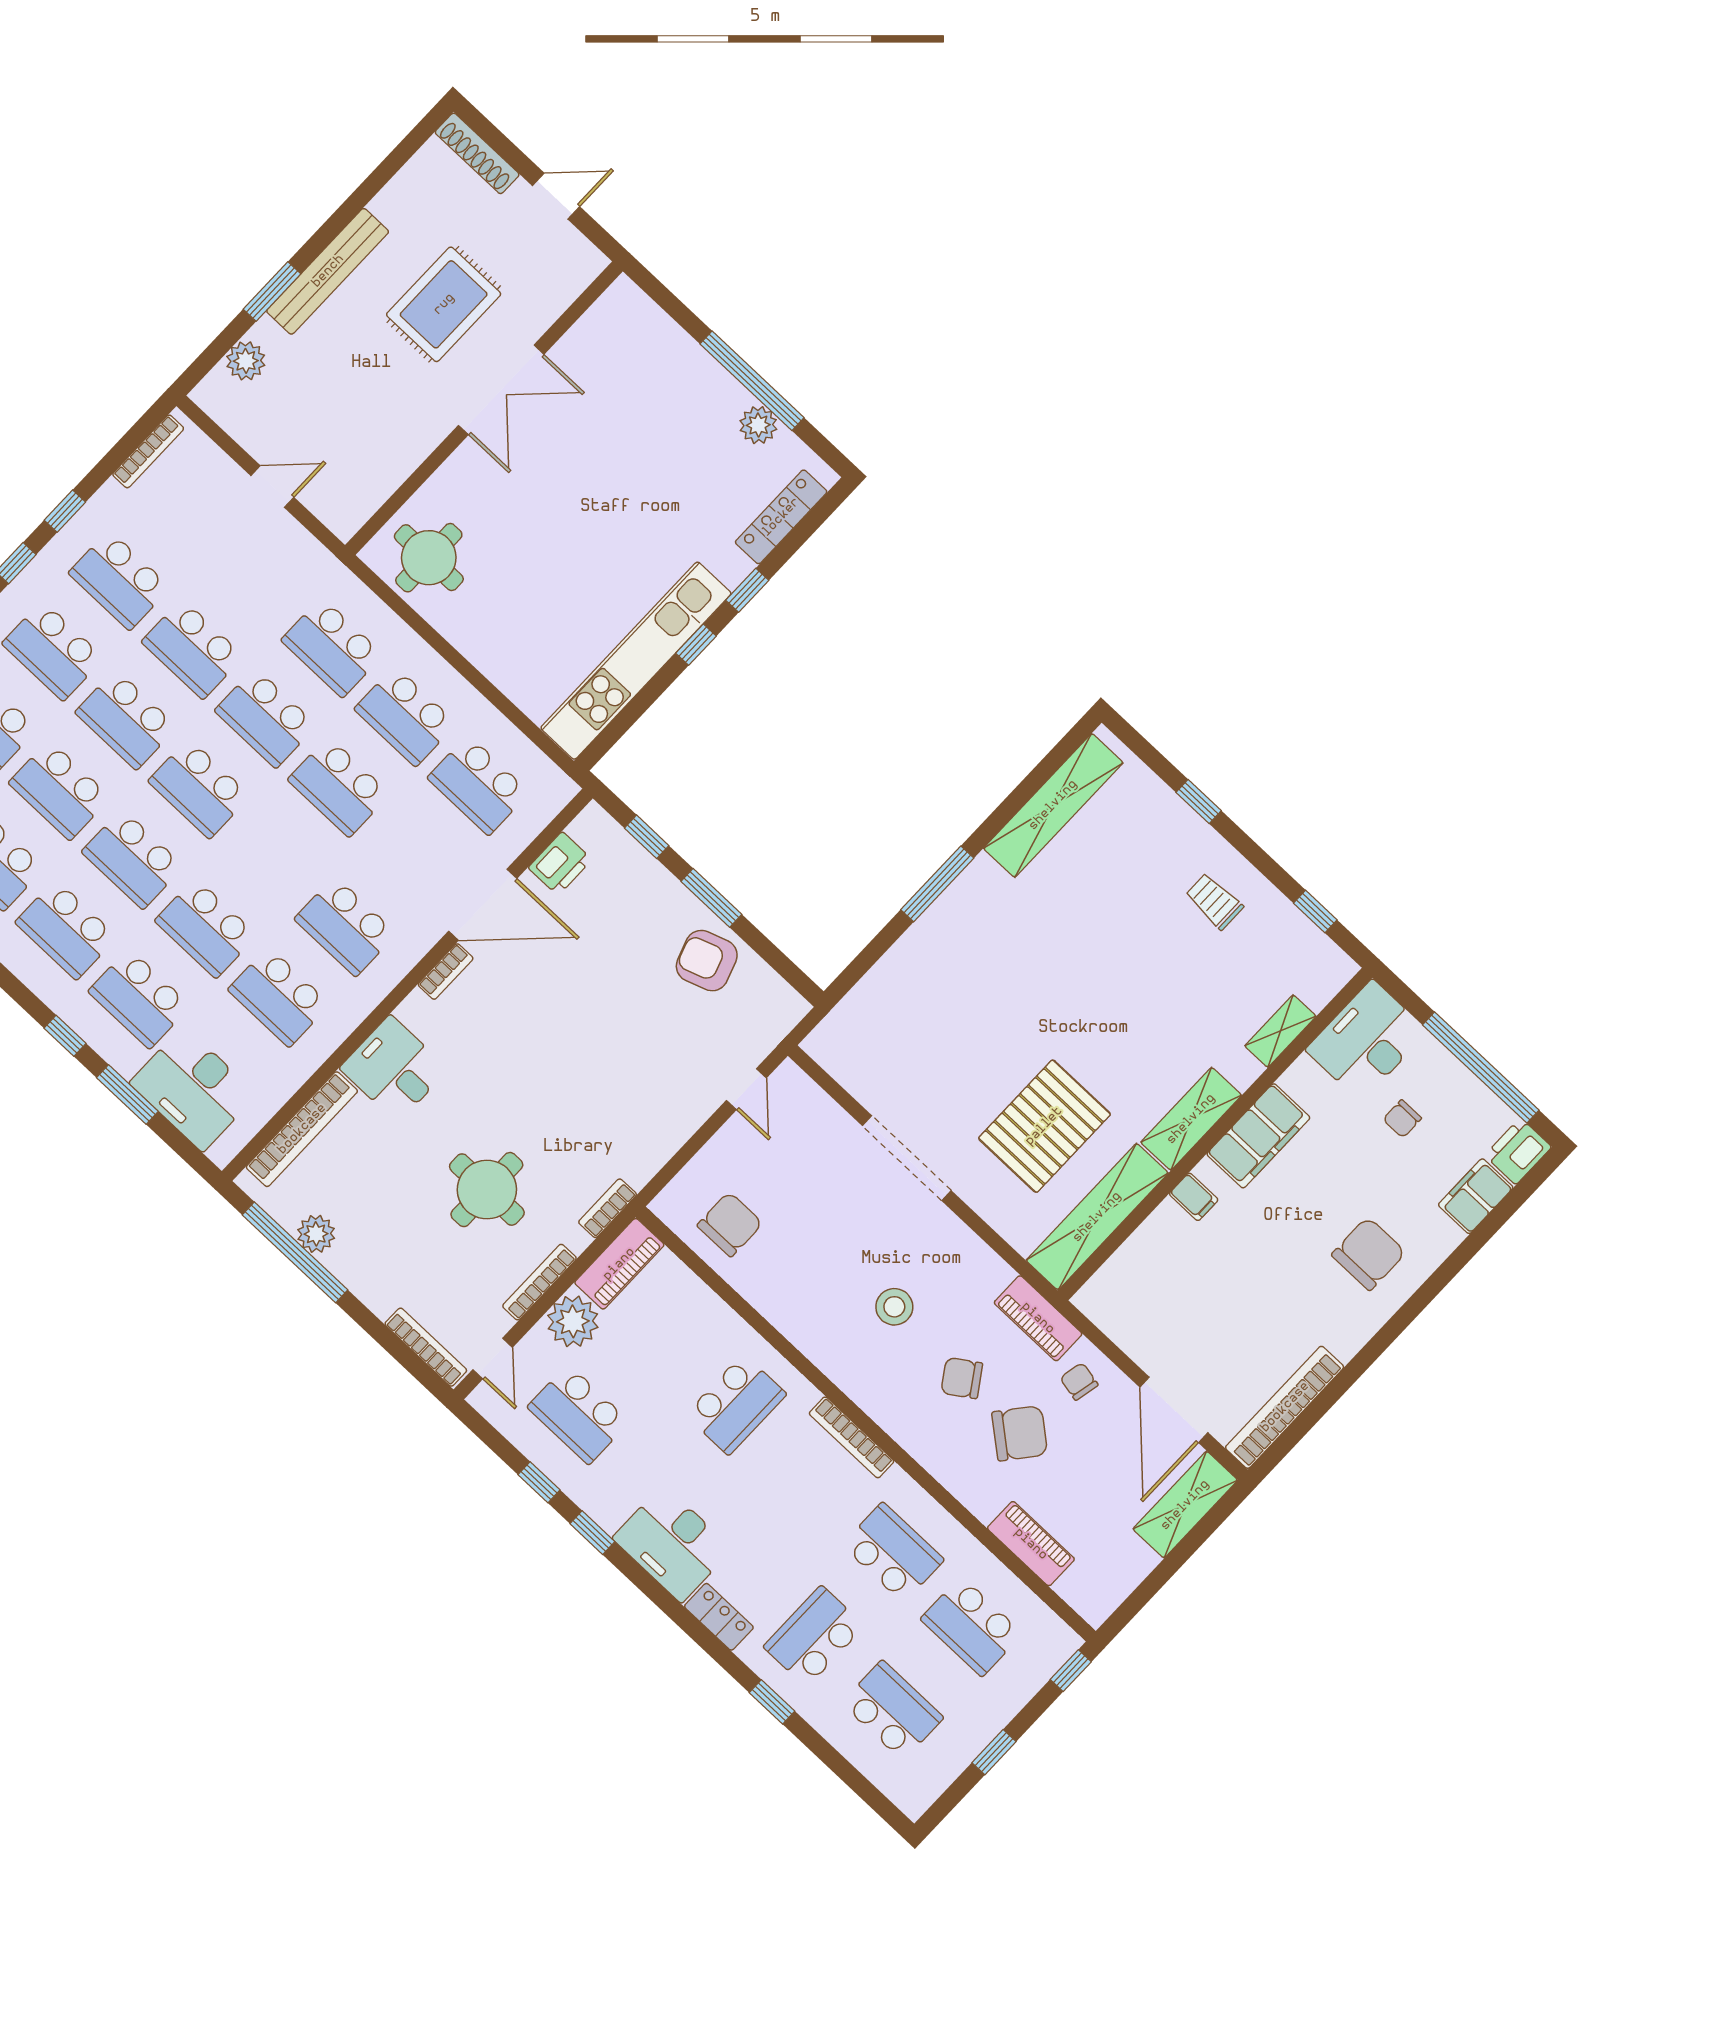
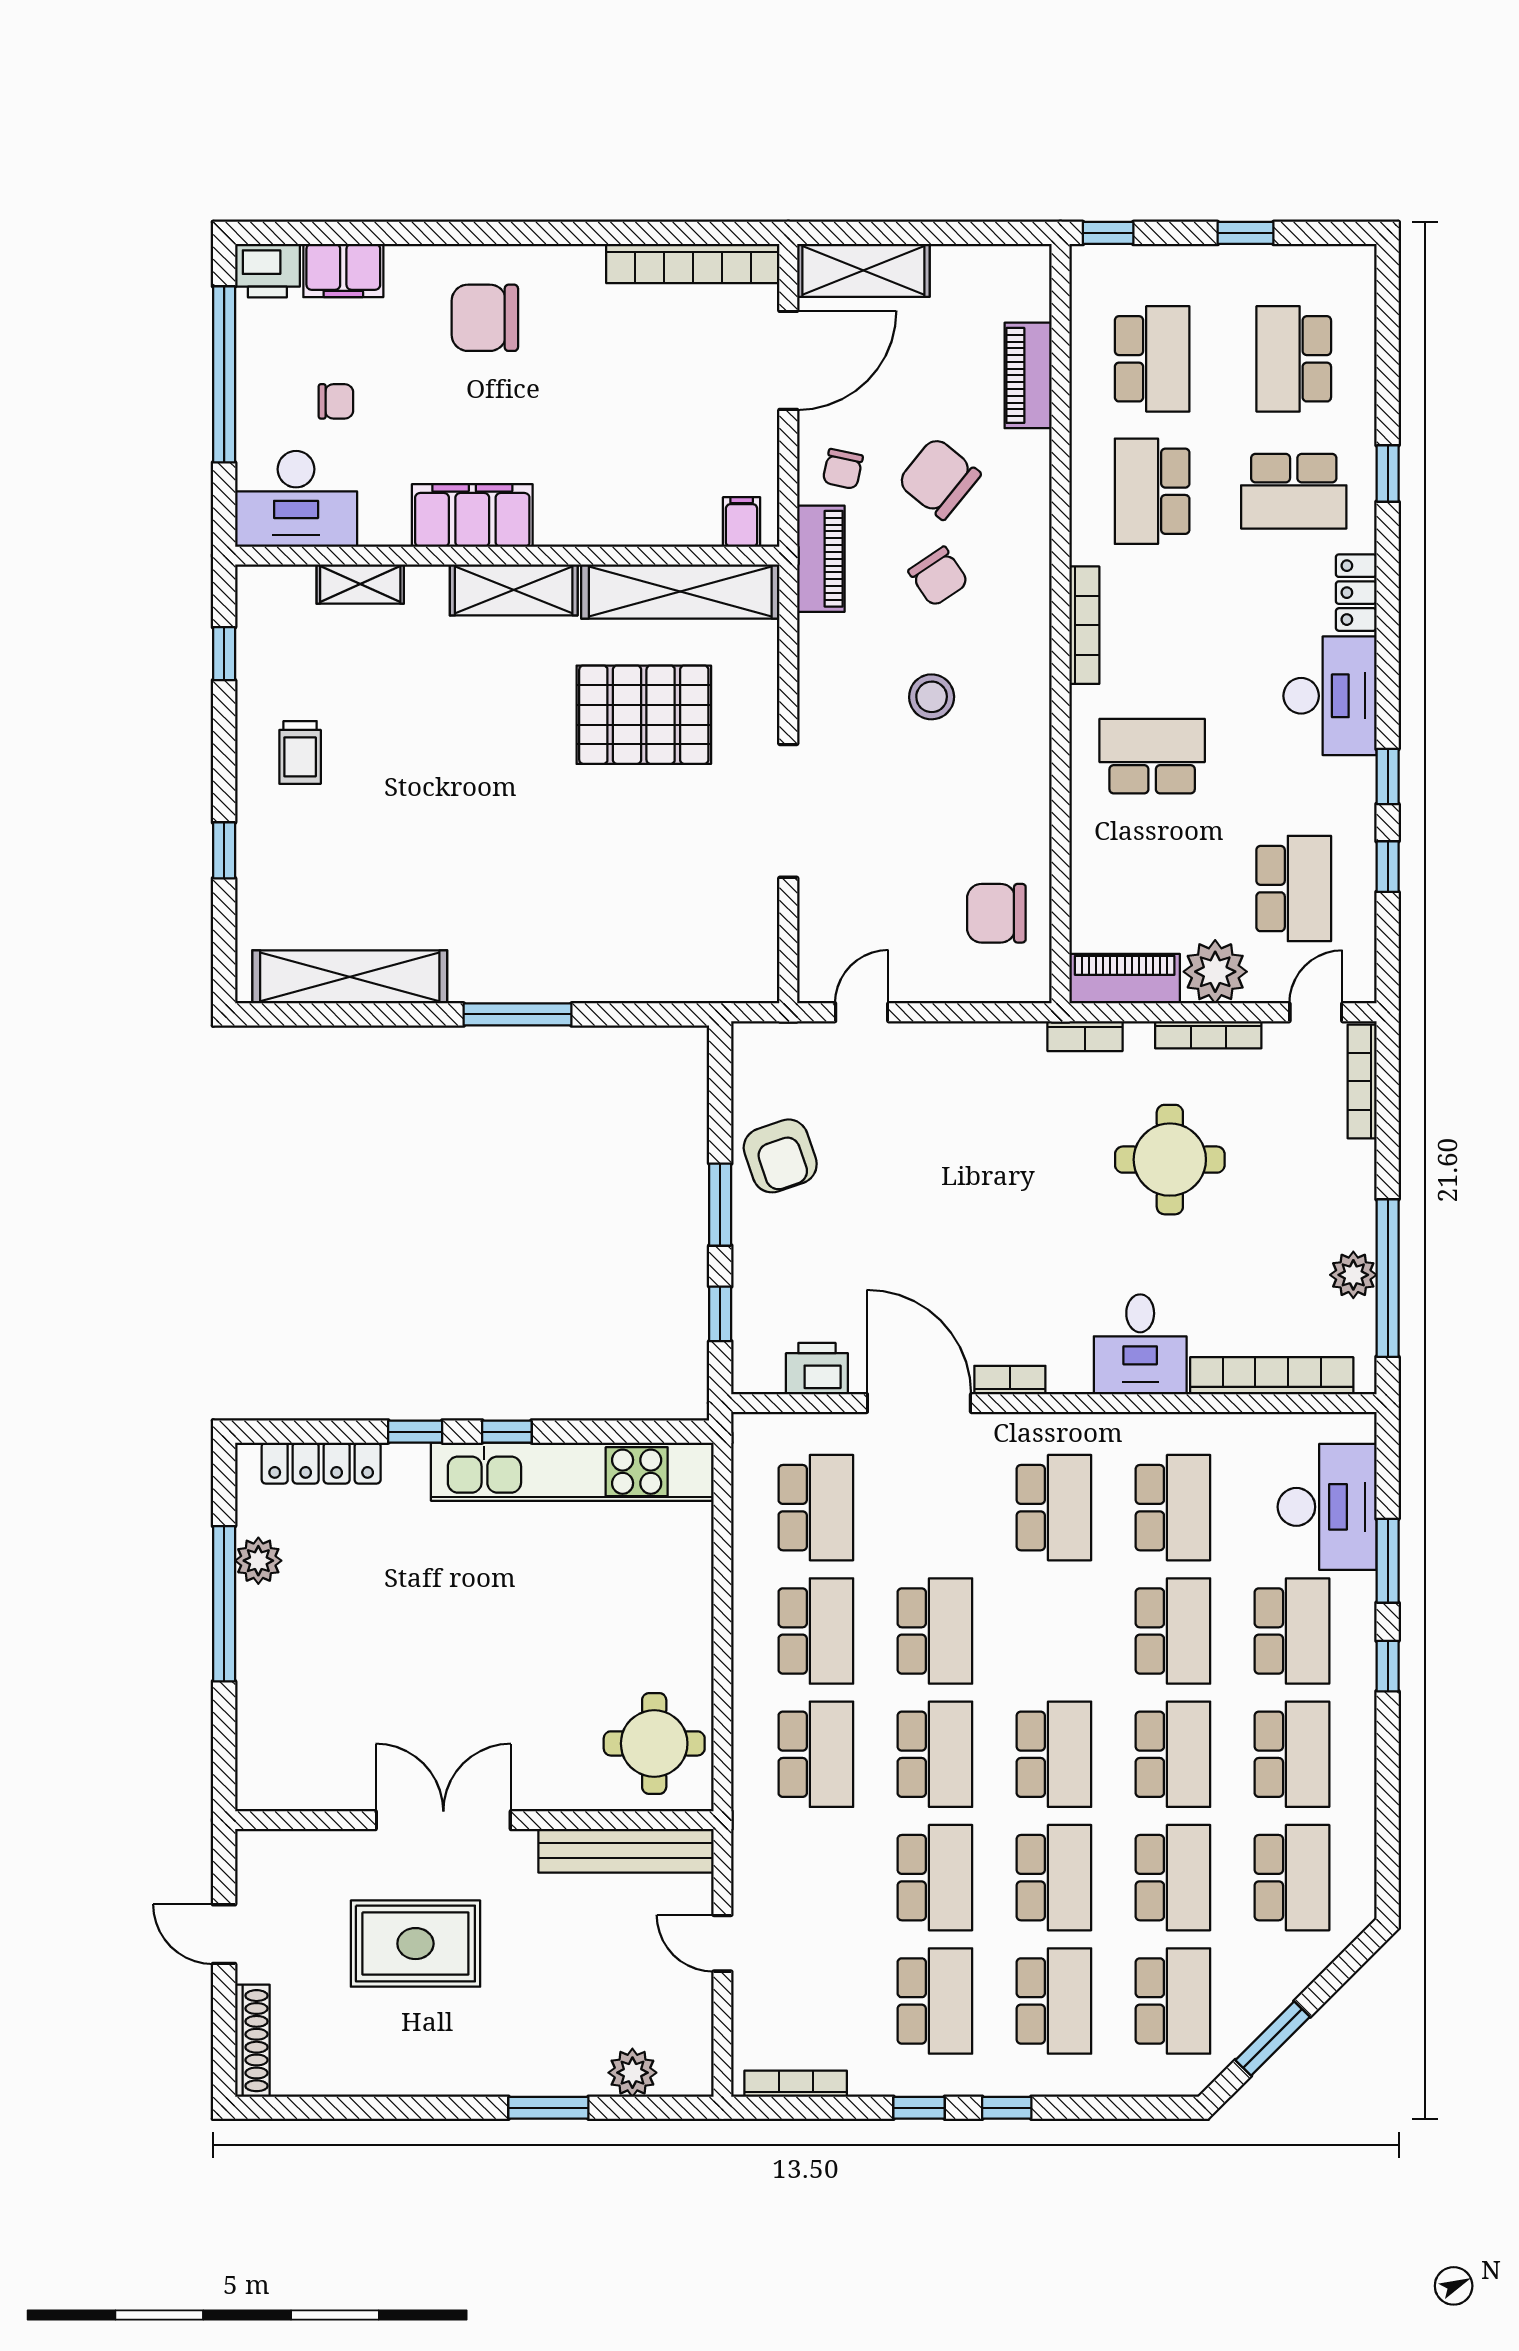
bench: (328, 271) -> (626, 1851), moved
filing cabinet: (1194, 1197) -> (742, 522), moved

